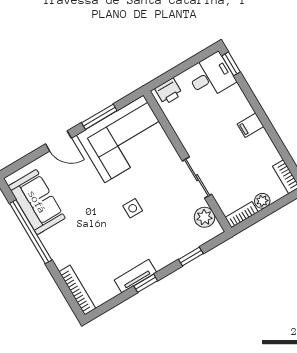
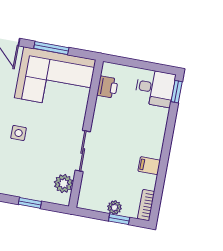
printer: (169, 91) -> (107, 87), moved, turned -90
filing cabinet: (250, 125) -> (149, 166), moved
window: (274, 207) -> (119, 219), added
bookcase: (242, 215) -> (91, 205), removed

